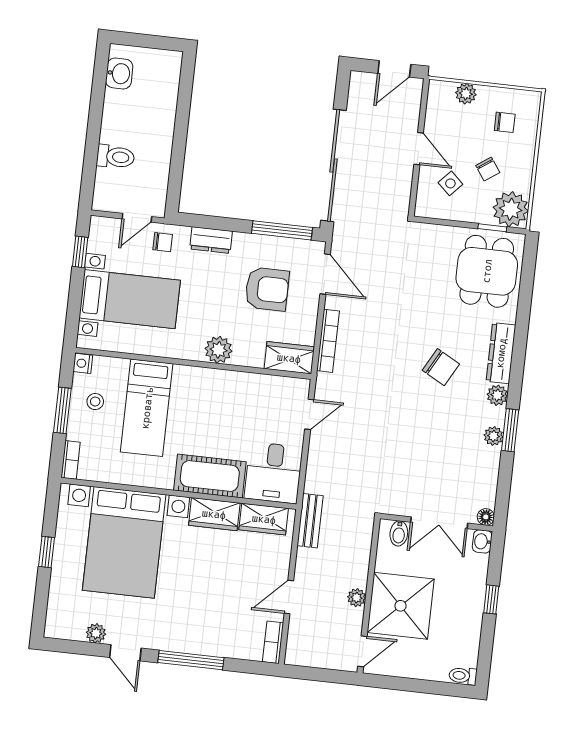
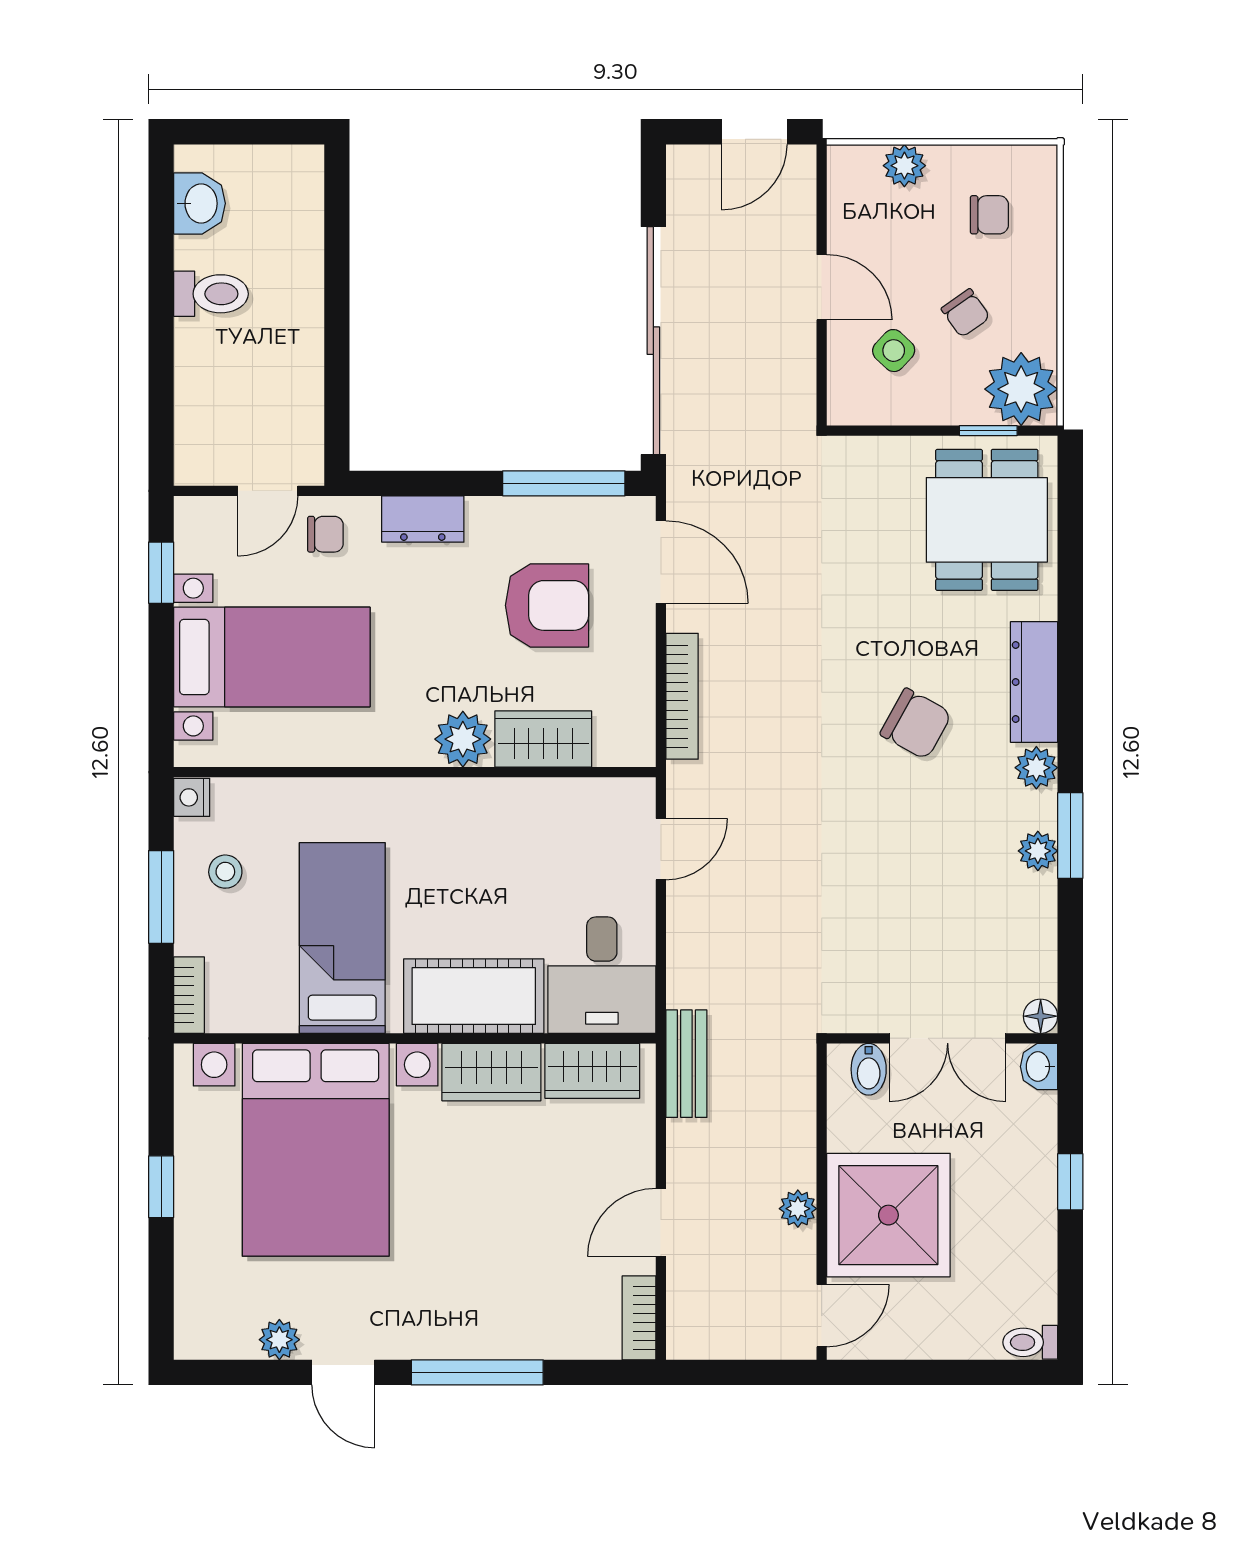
toilet: (116, 157) -> (211, 294), moved
wardrobe: (289, 358) -> (543, 739), moved
bed: (147, 408) -> (342, 938), moved, turned 180

